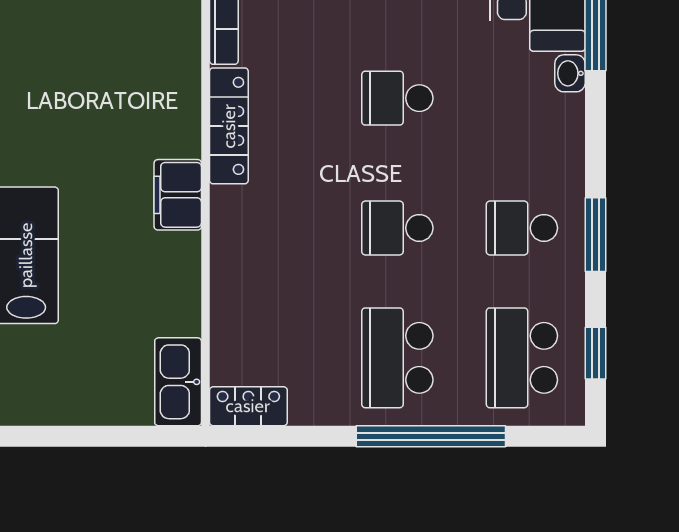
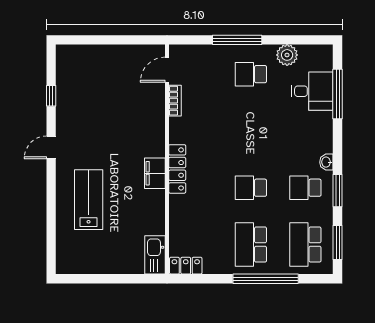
washbasin: (570, 73) -> (326, 162), moved
school desk: (397, 98) -> (251, 131), removed
locker: (229, 126) -> (177, 169), moved
window: (595, 353) -> (338, 242), width x1.50

